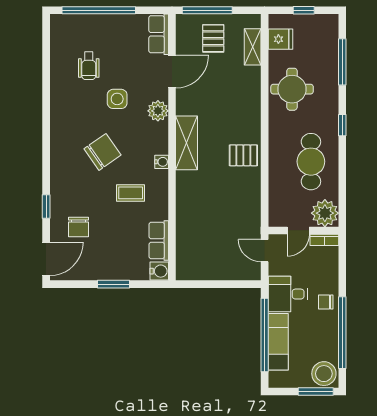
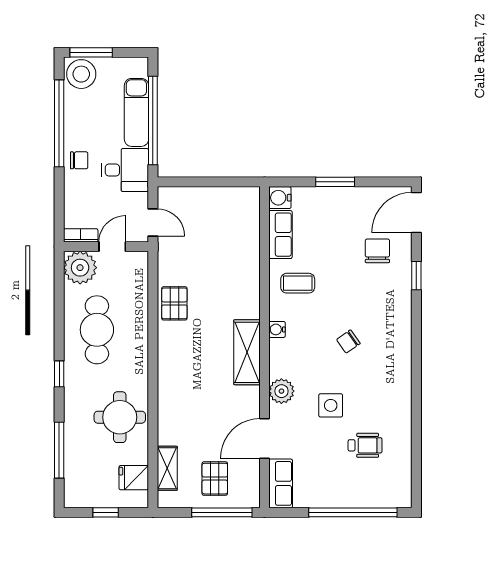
wheelchair: (89, 66) -> (365, 445), turned 90
chair: (103, 152) -> (348, 341), width x0.54, depth x0.54
pallet: (243, 155) -> (174, 303), moved, turned 90
coffee table: (131, 193) -> (298, 283), moved

